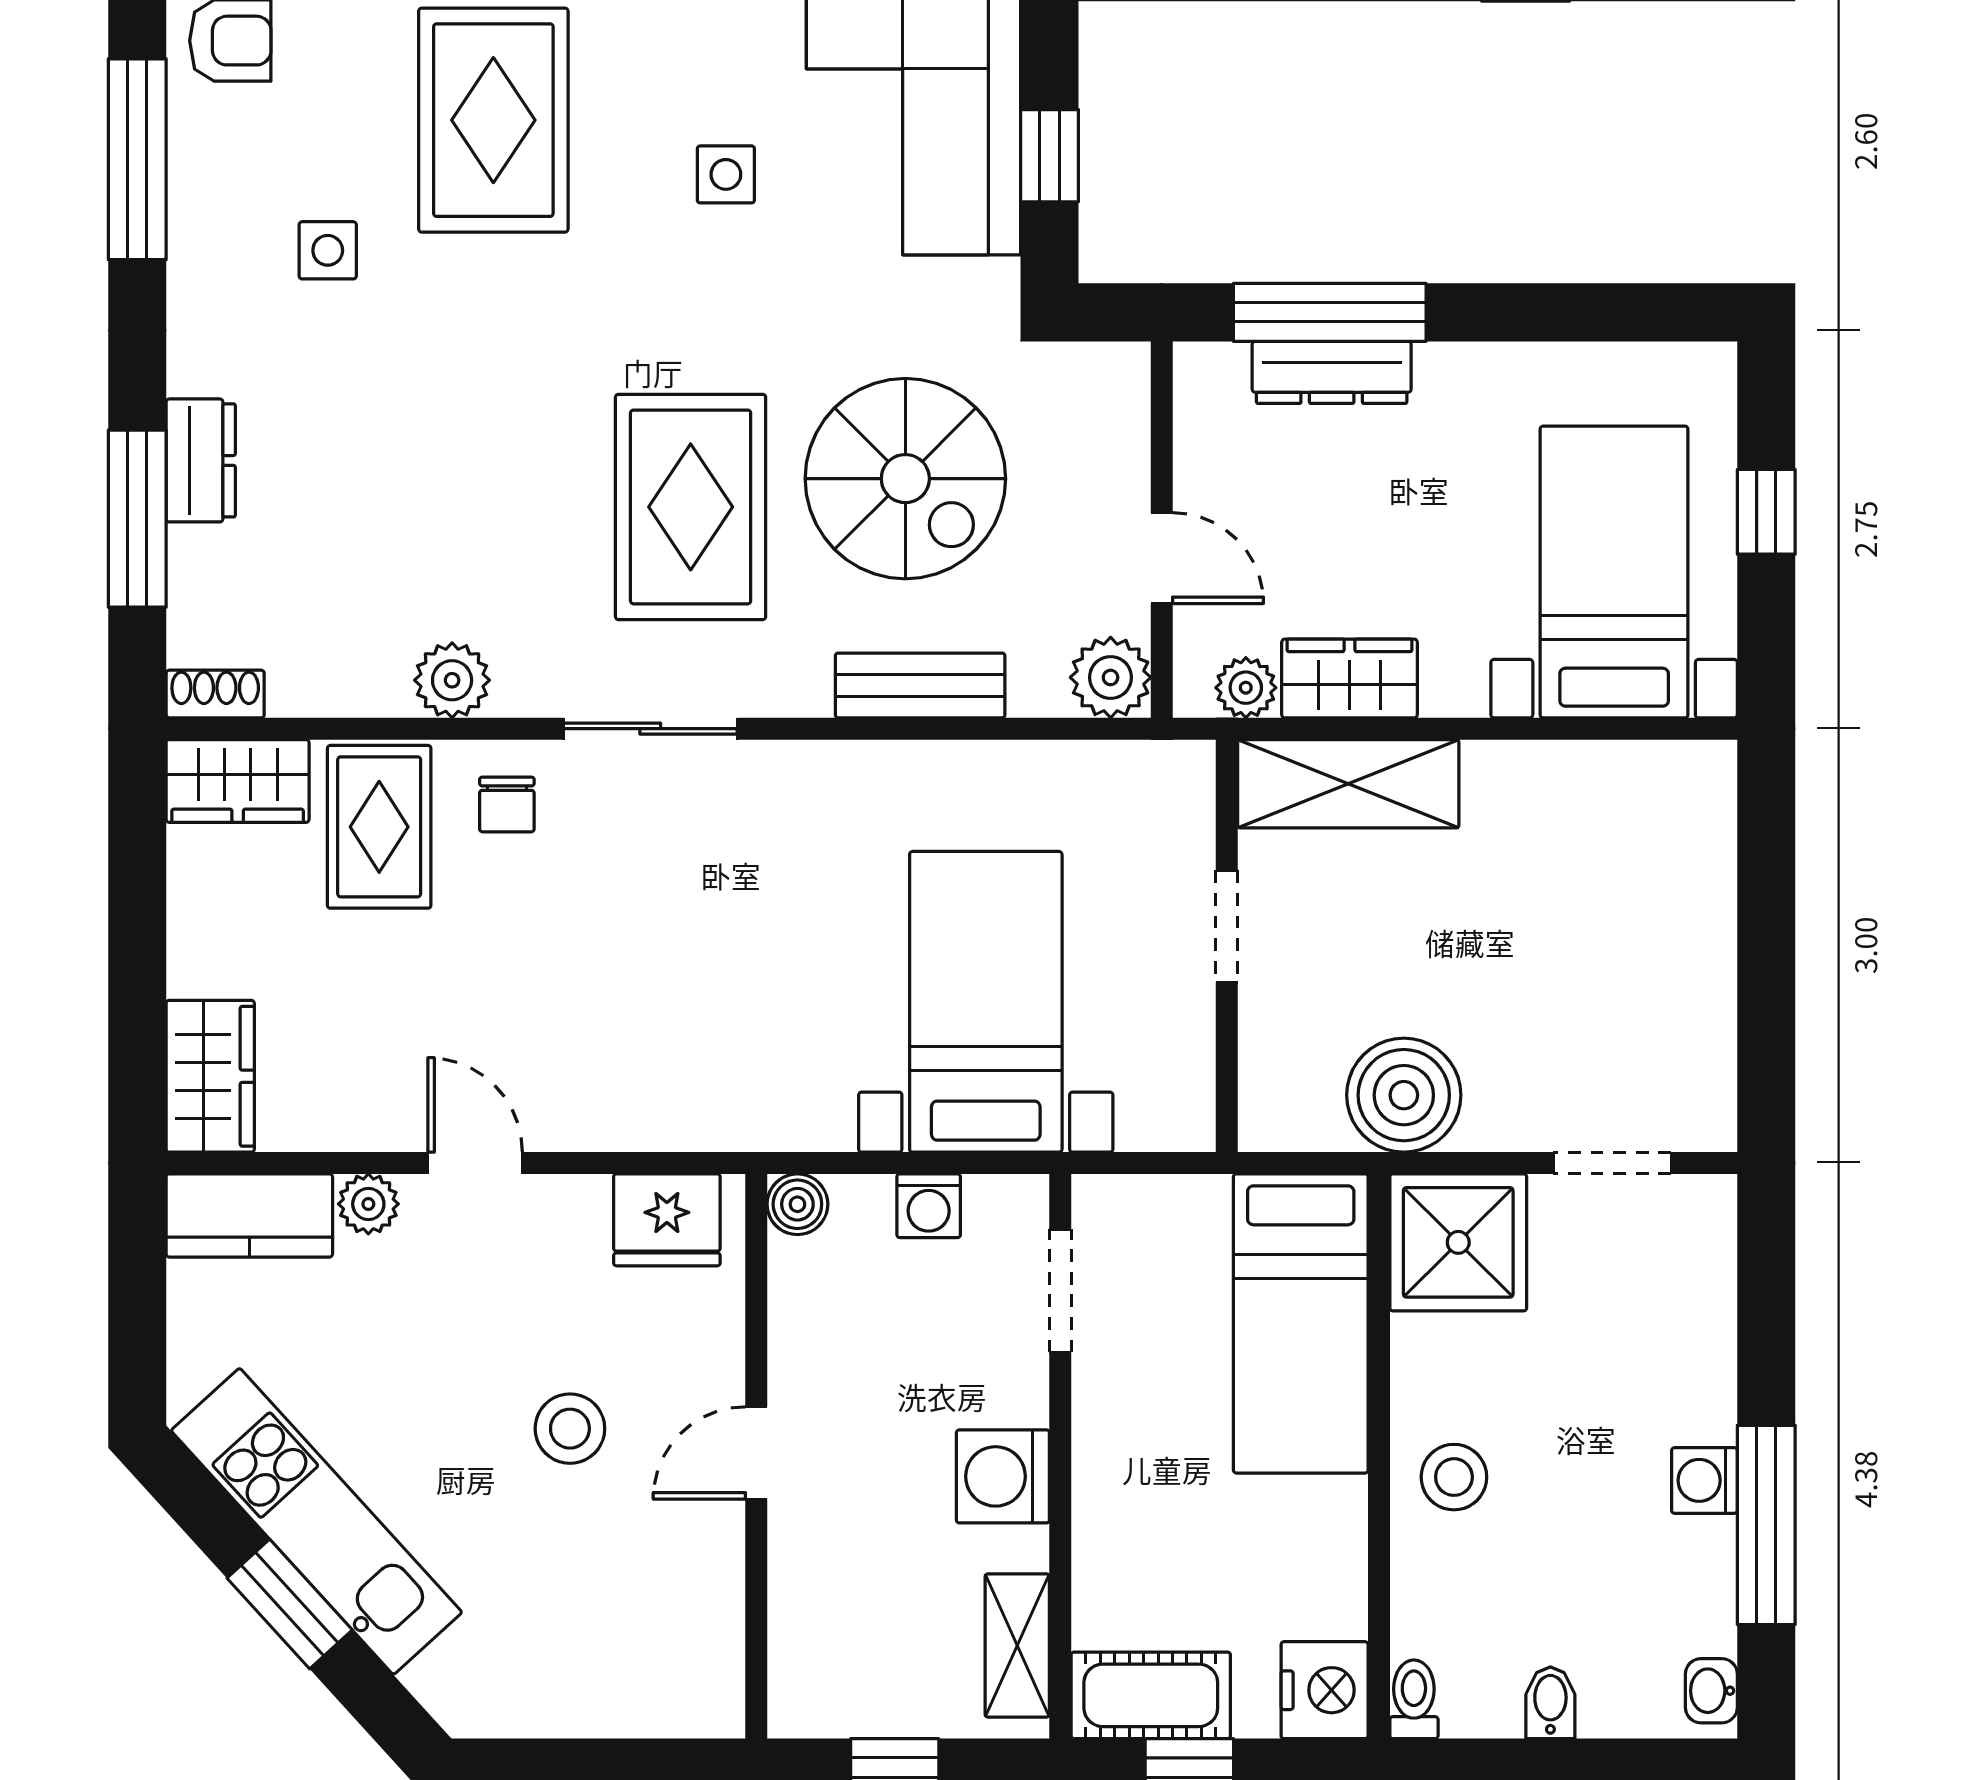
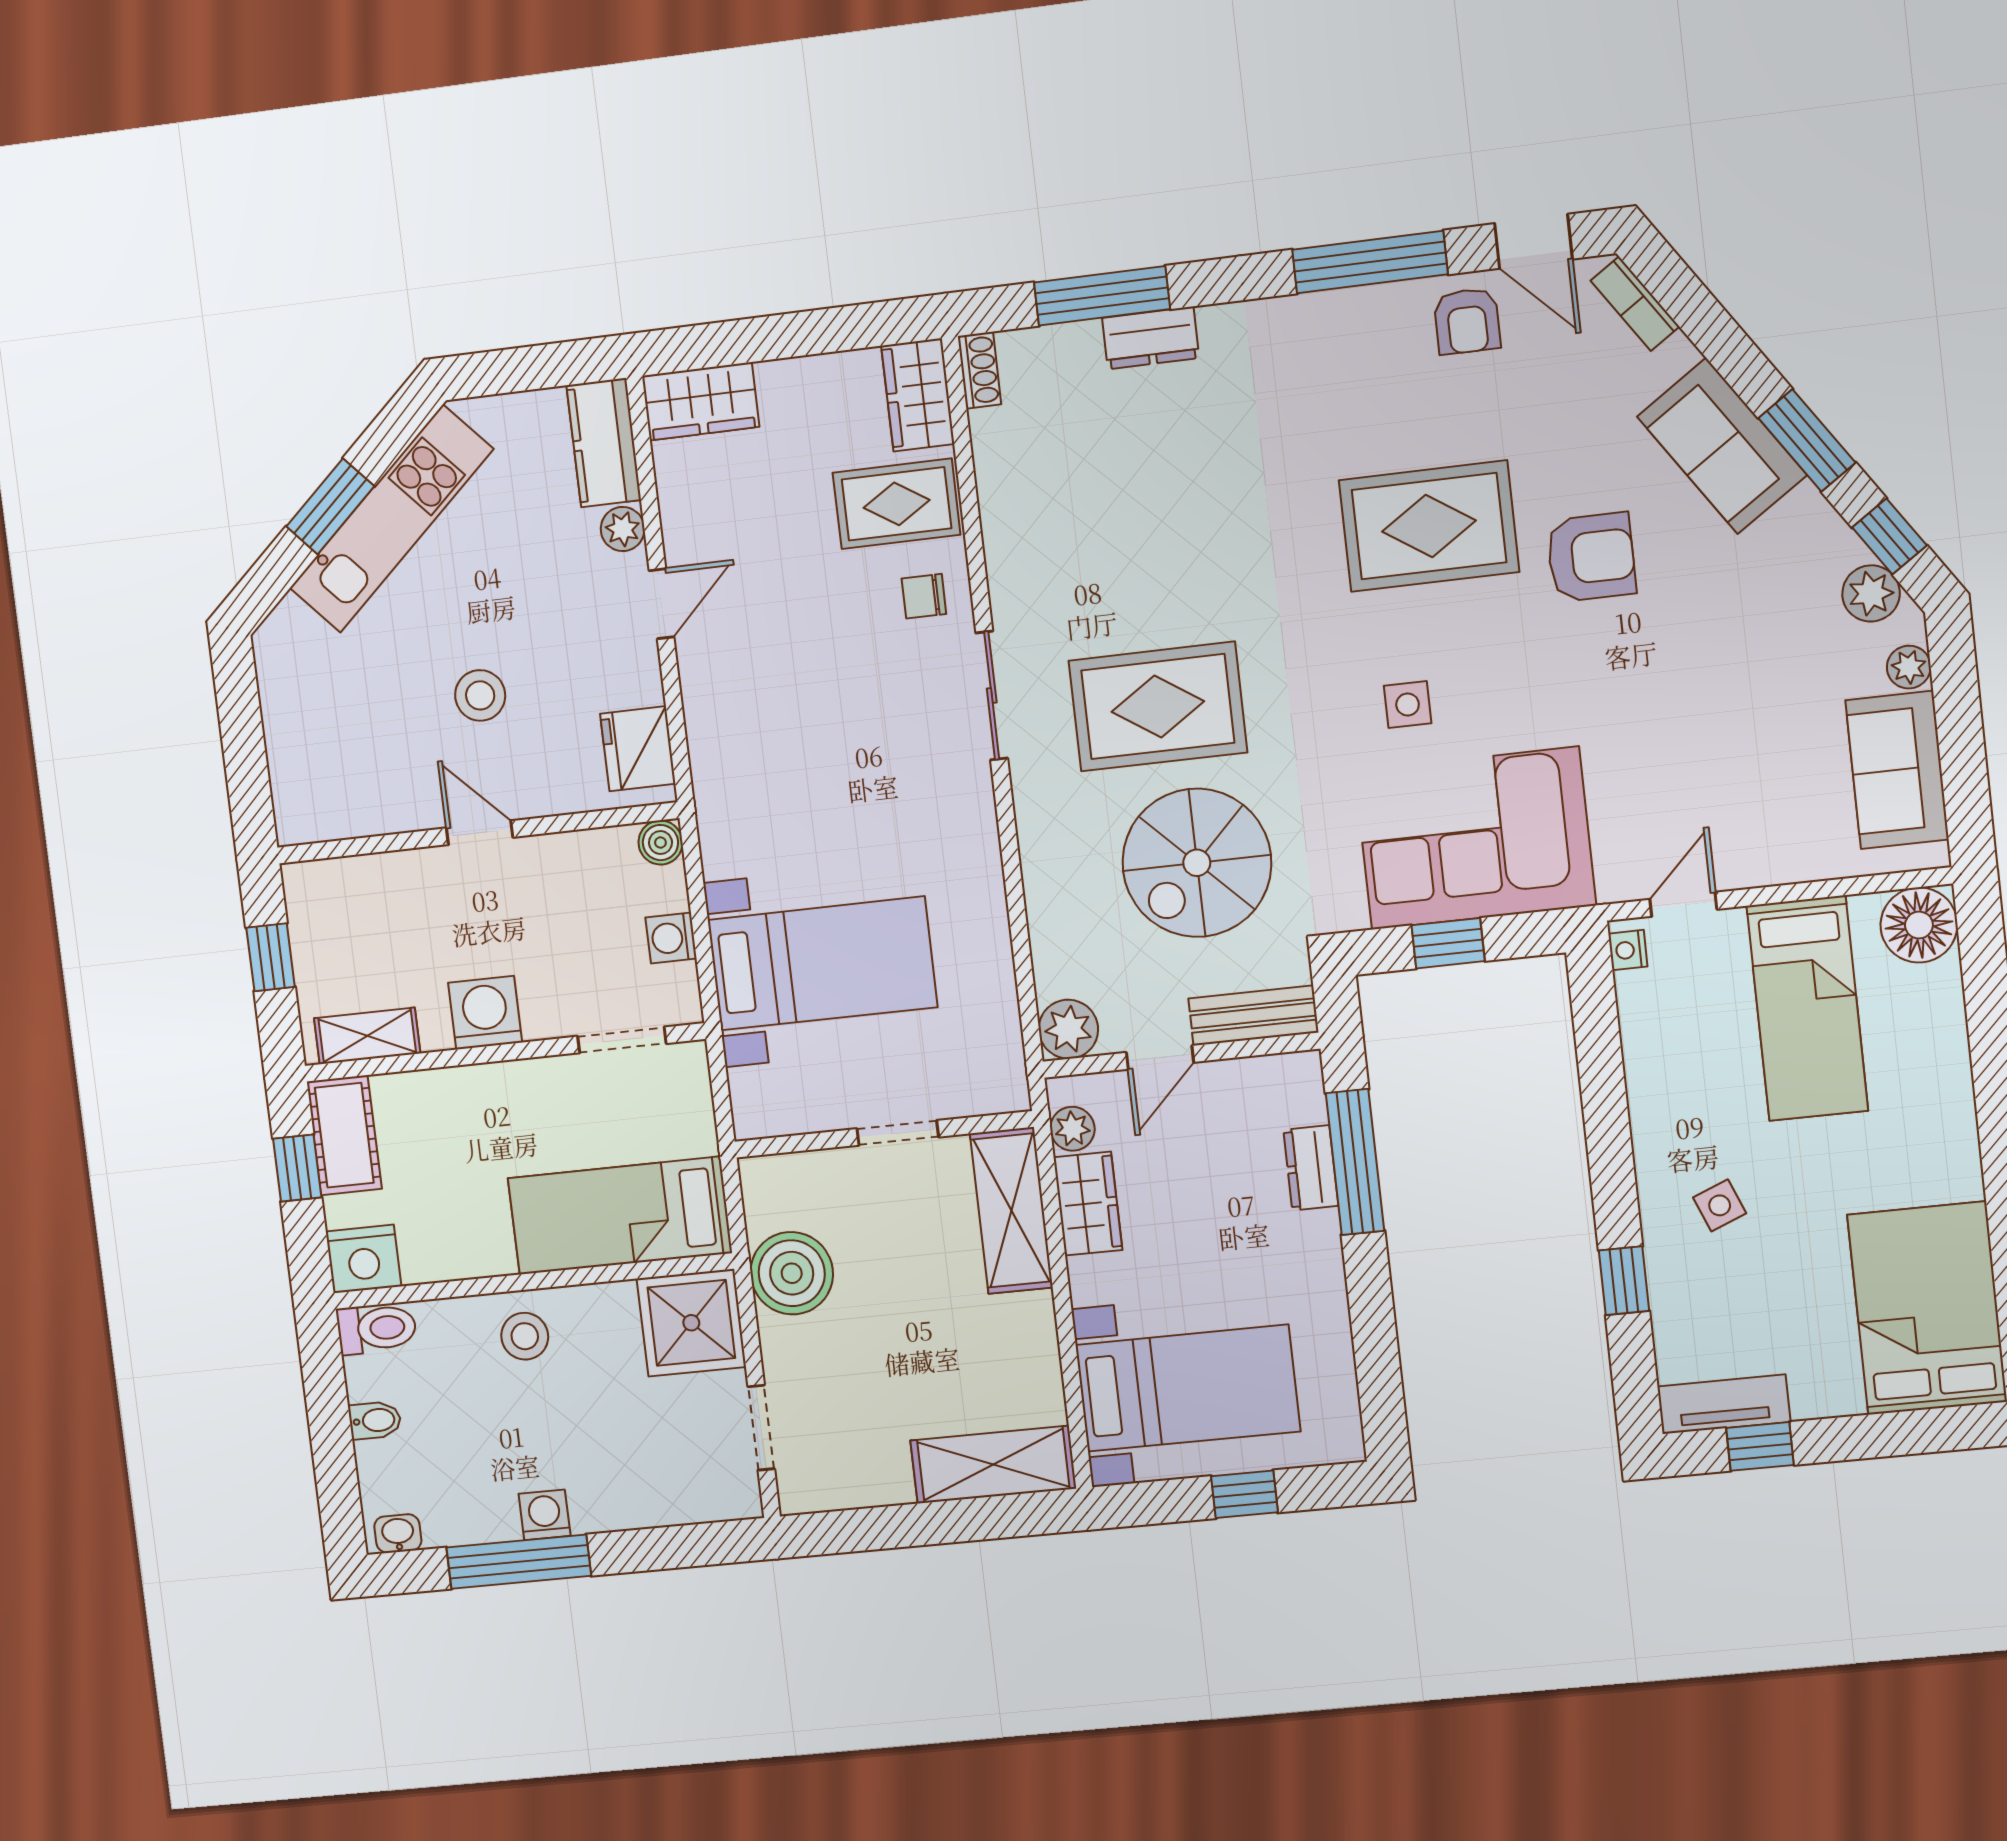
side table: (328, 250) -> (1318, 414), removed
dresser: (1332, 372) -> (1311, 1168), width x0.70
plant: (452, 680) -> (1010, 545), removed
bench: (920, 685) -> (1253, 1015), moved, turned 90
shelving: (1693, 849) -> (993, 1465), added
toilet: (1414, 1699) -> (377, 1328), width x1.37, depth x1.39

